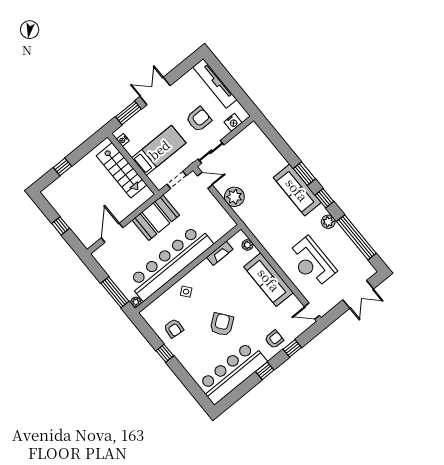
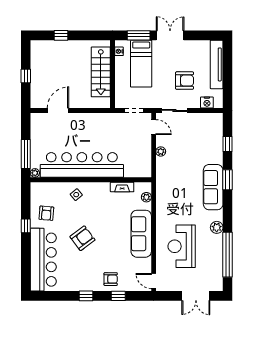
bed: (159, 150) -> (141, 64), moved, turned 90
plant: (234, 197) -> (161, 151), width x0.53, depth x0.53
window: (324, 198) -> (228, 144), moved
booth: (156, 218) -> (98, 125), removed
bar counter: (232, 373) -> (43, 260), moved, turned 90

